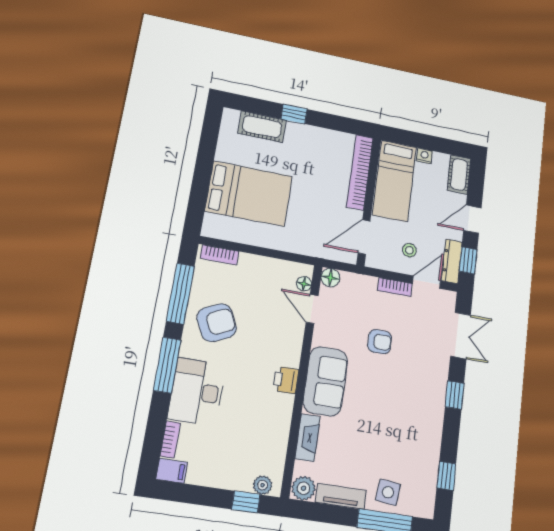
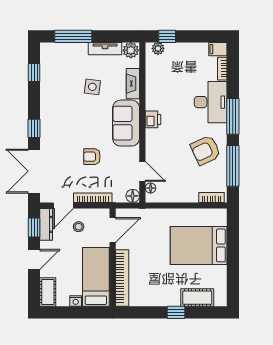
bookcase: (395, 287) -> (93, 198), width x1.56
double door: (461, 336) -> (34, 171), width x1.37
side table: (388, 492) -> (92, 87), moved

